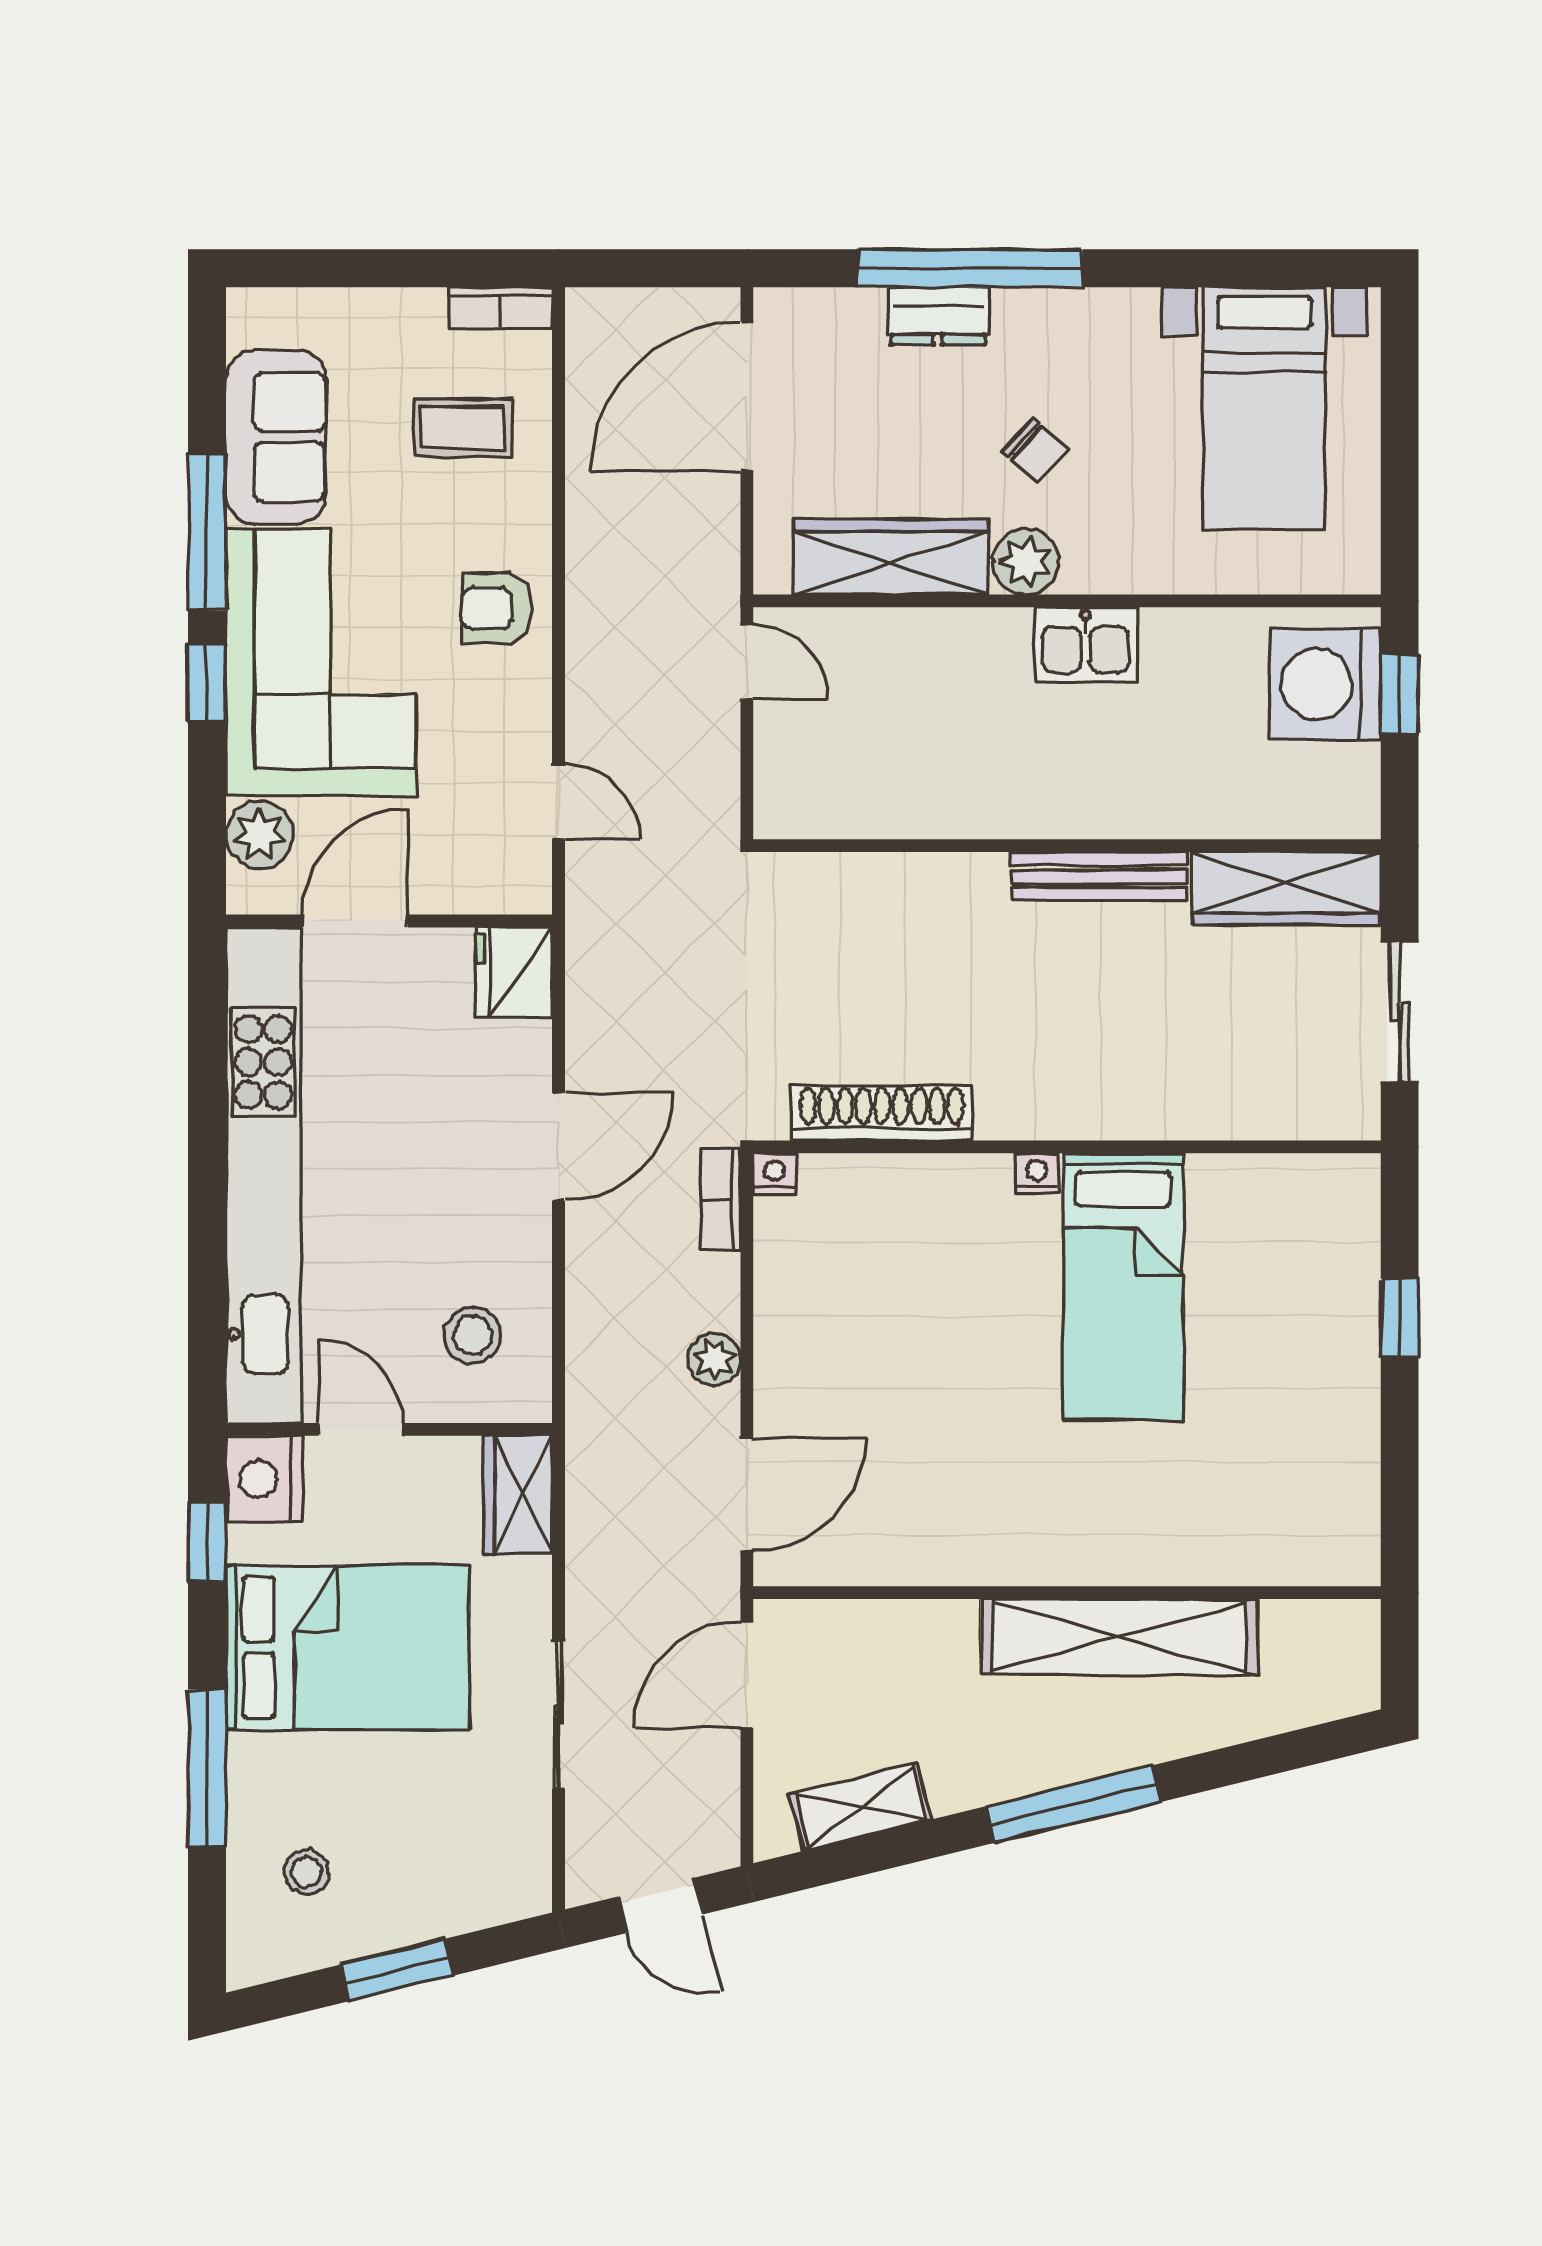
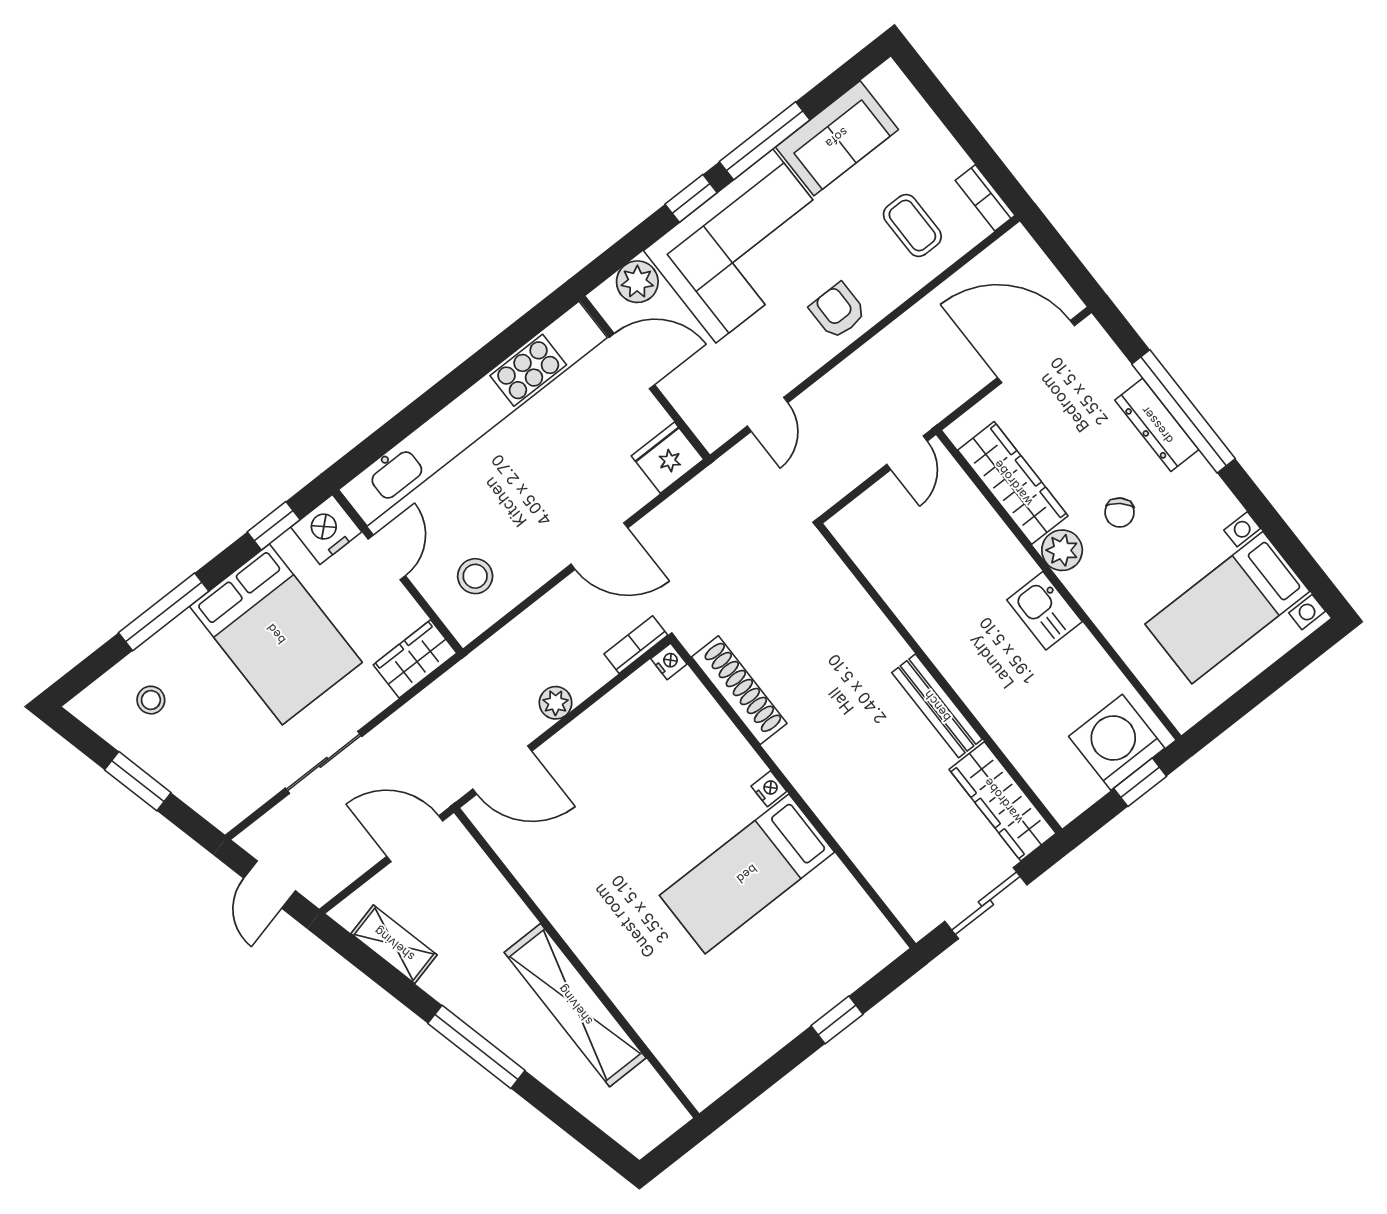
dresser: (938, 316) -> (1157, 425), width x1.44

